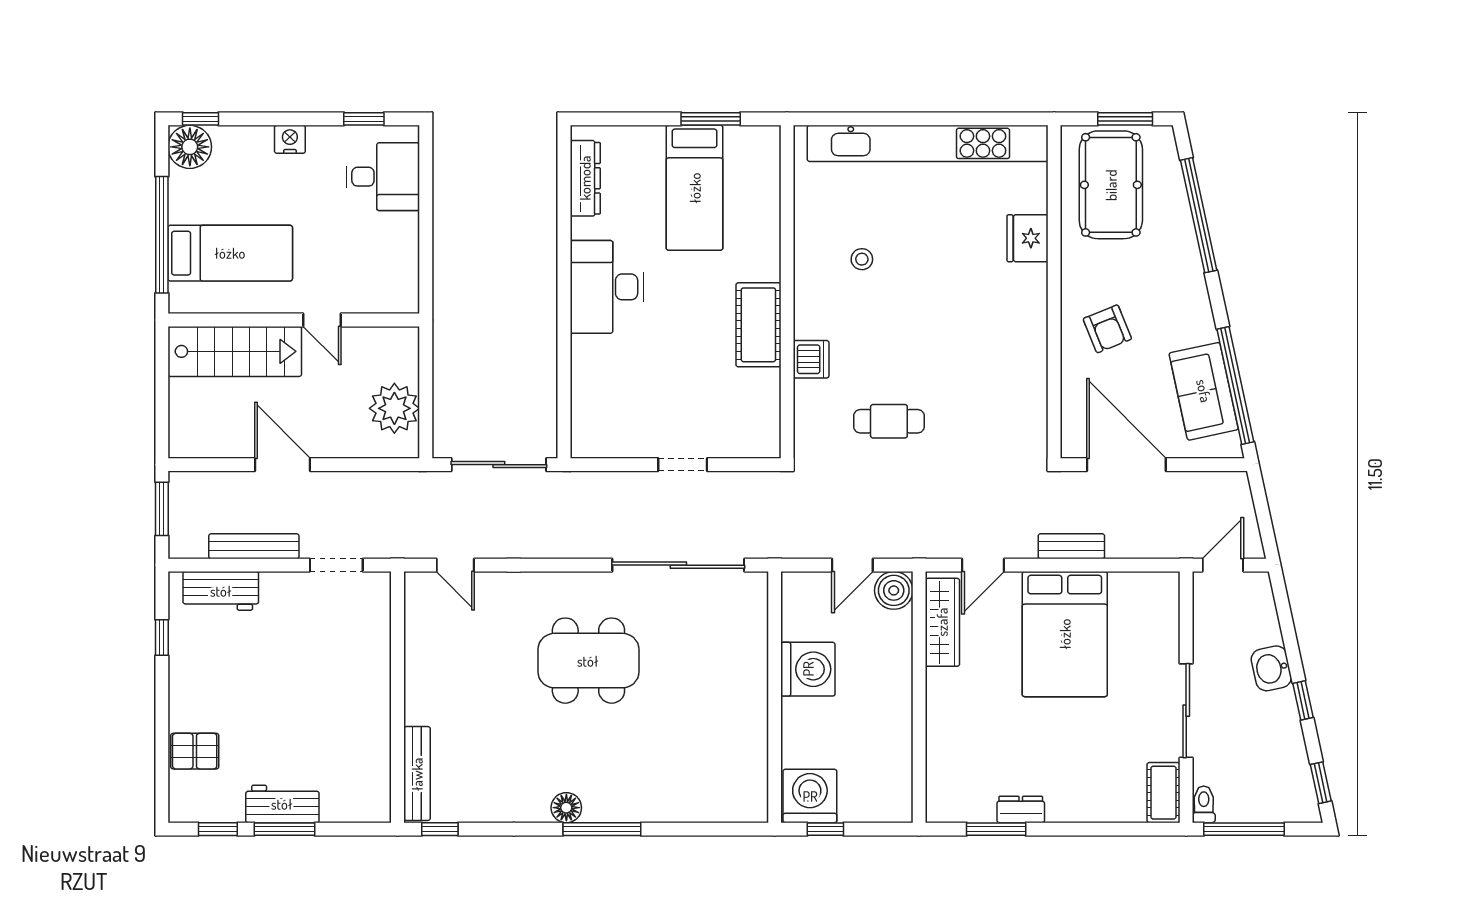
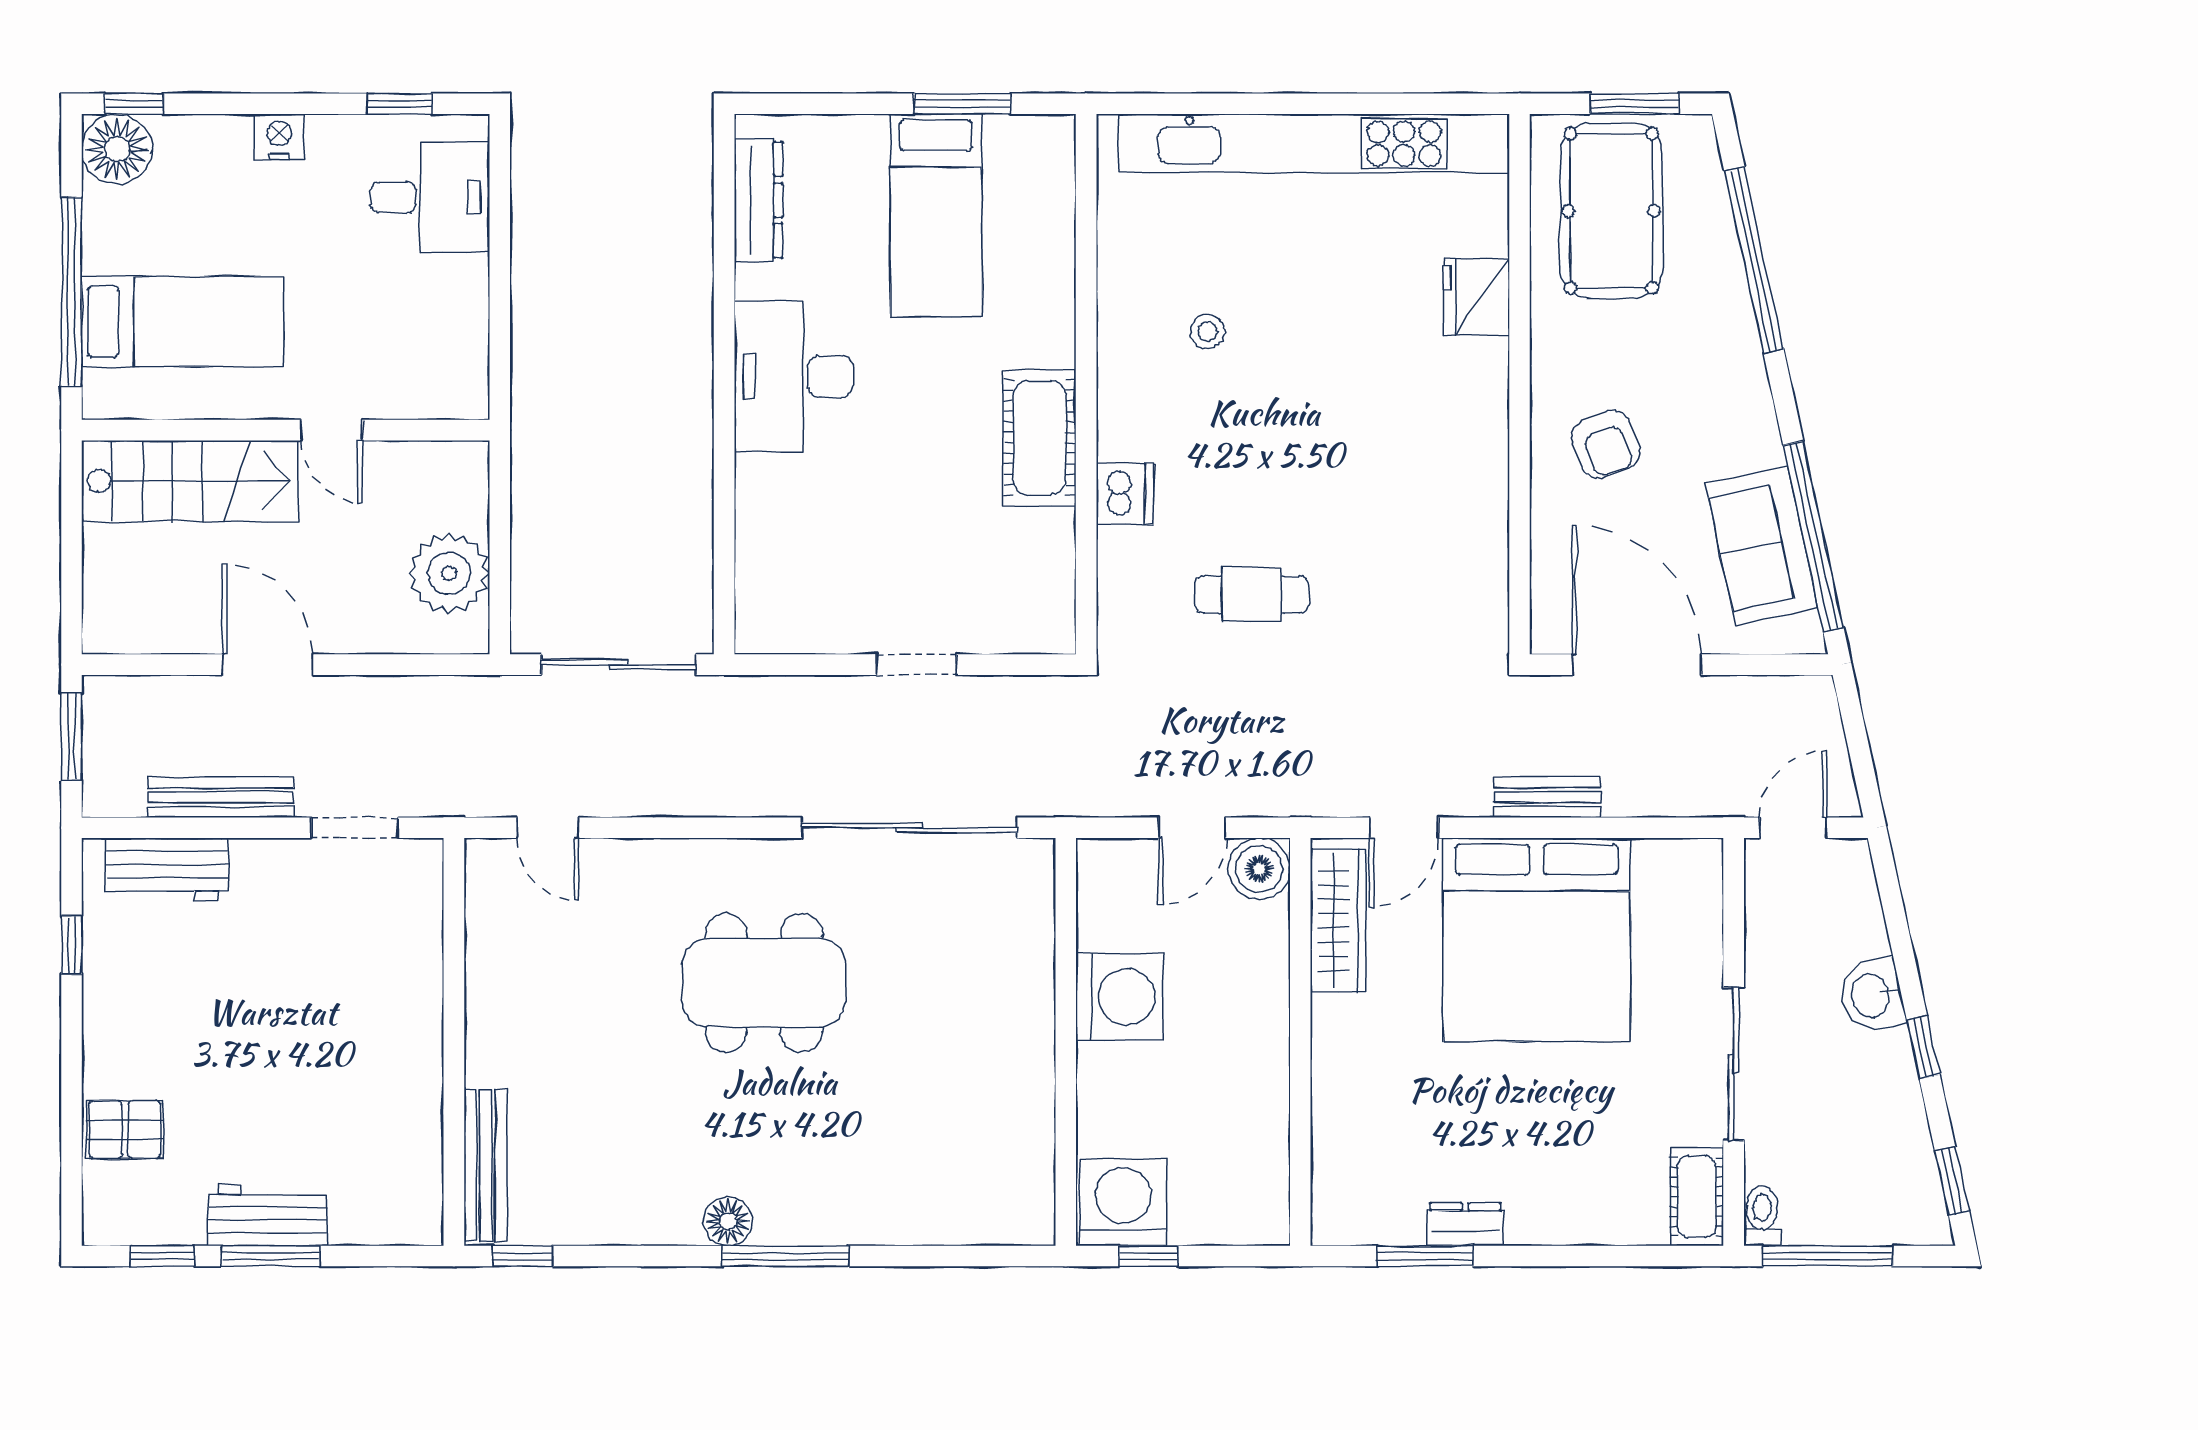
bed: (1065, 634) -> (1537, 940), width x1.36

